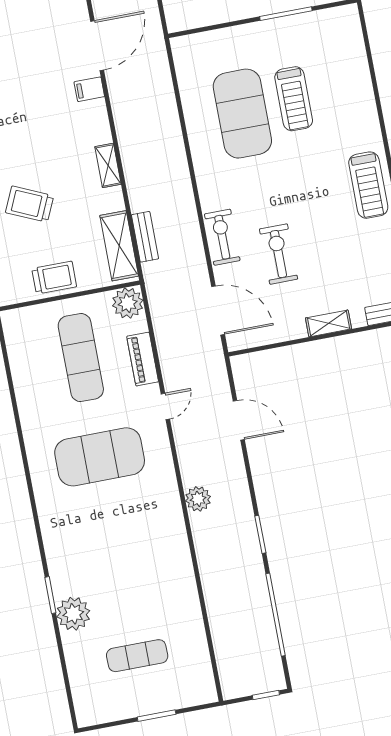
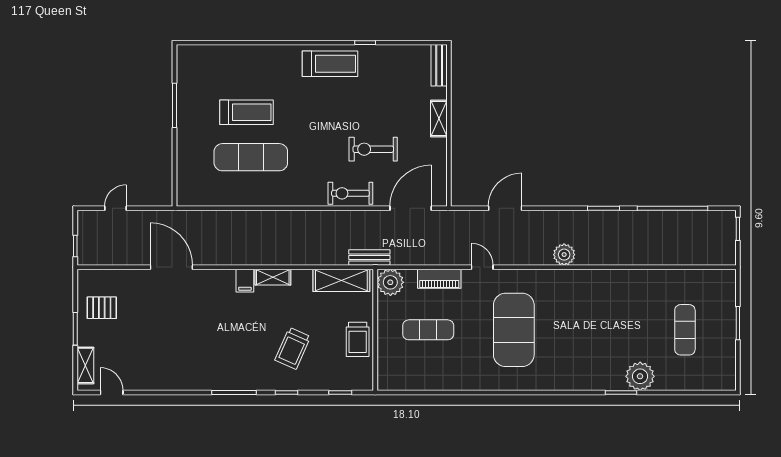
filing cabinet: (89, 89) -> (245, 281), moved
exercise mat: (242, 114) -> (251, 157), width x0.68
bench: (145, 237) -> (369, 258), moved
trolley: (54, 278) -> (358, 339), turned 180
exercise mat: (81, 358) -> (428, 330), width x0.73, depth x0.69

